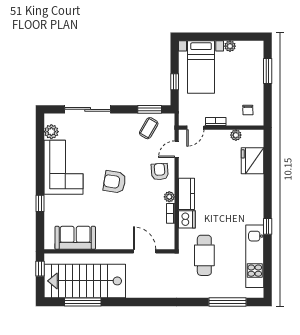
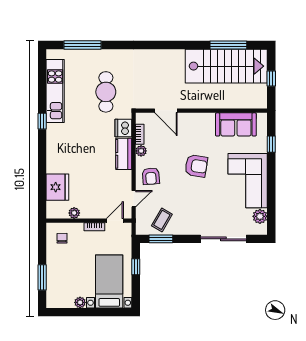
sofa: (75, 238) -> (236, 124), moved
wall: (109, 251) -> (201, 111), moved
door: (145, 251) -> (166, 111), moved

